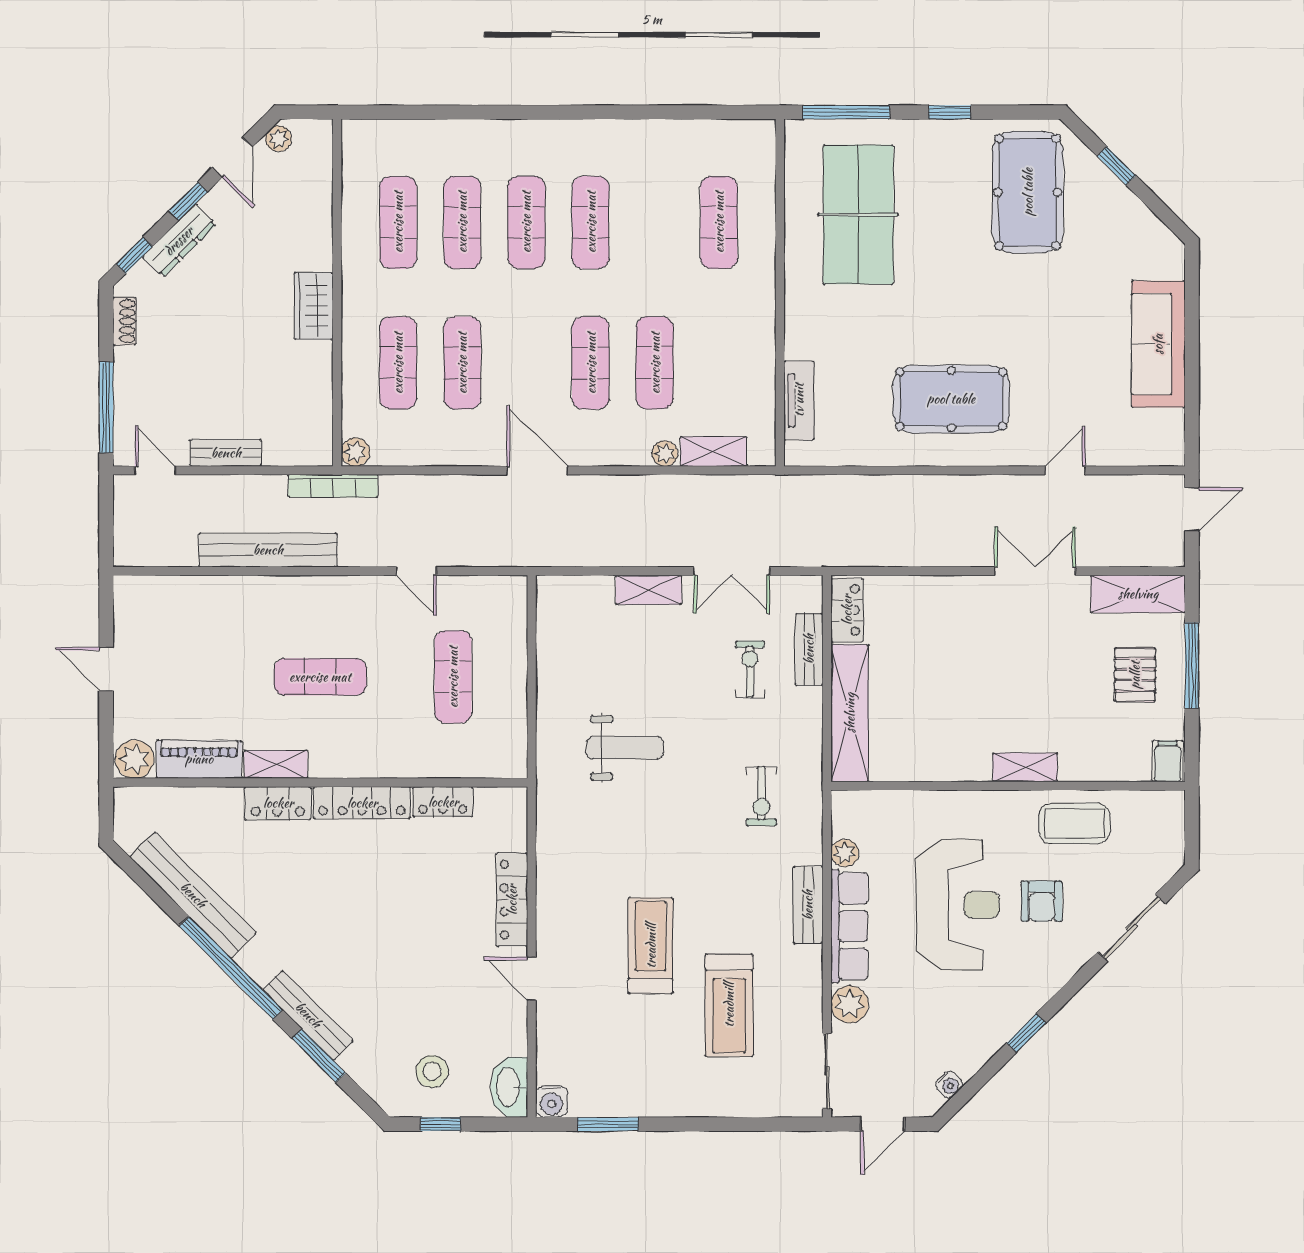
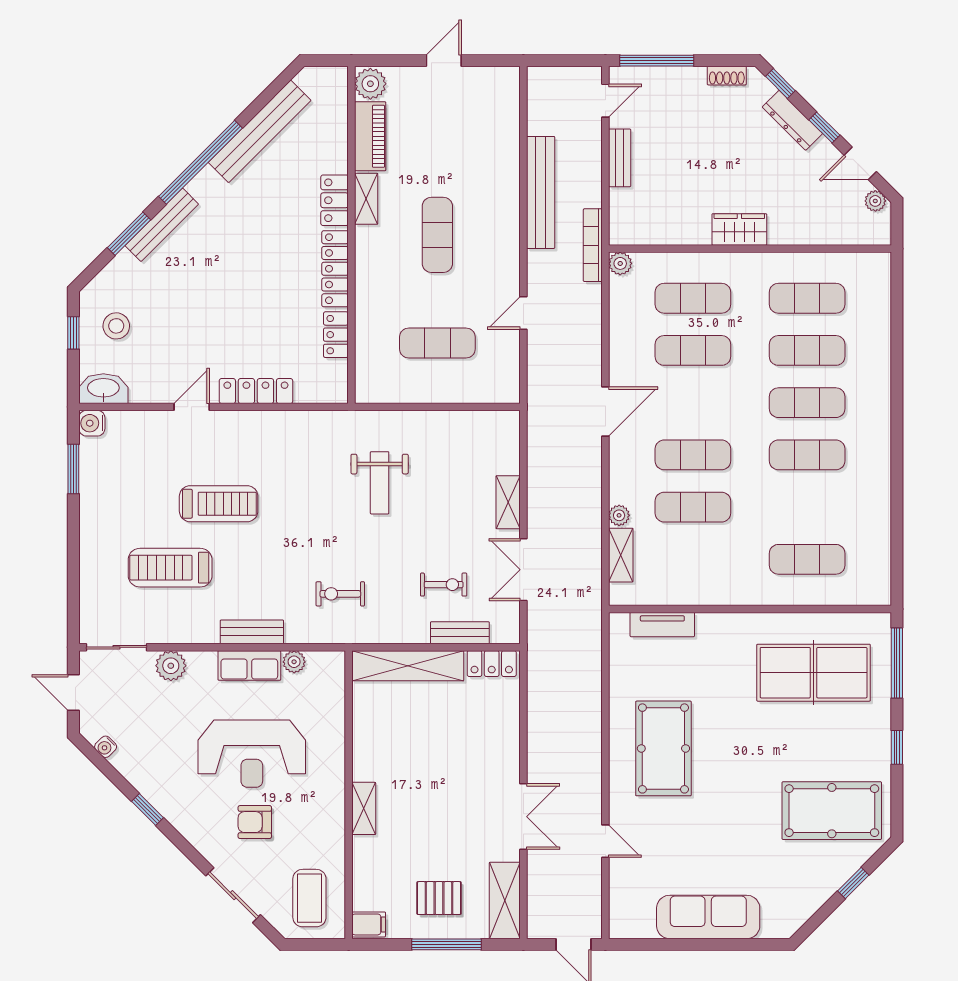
coffee table: (1075, 823) -> (309, 898), moved
row of seats: (849, 926) -> (249, 665), width x0.68

